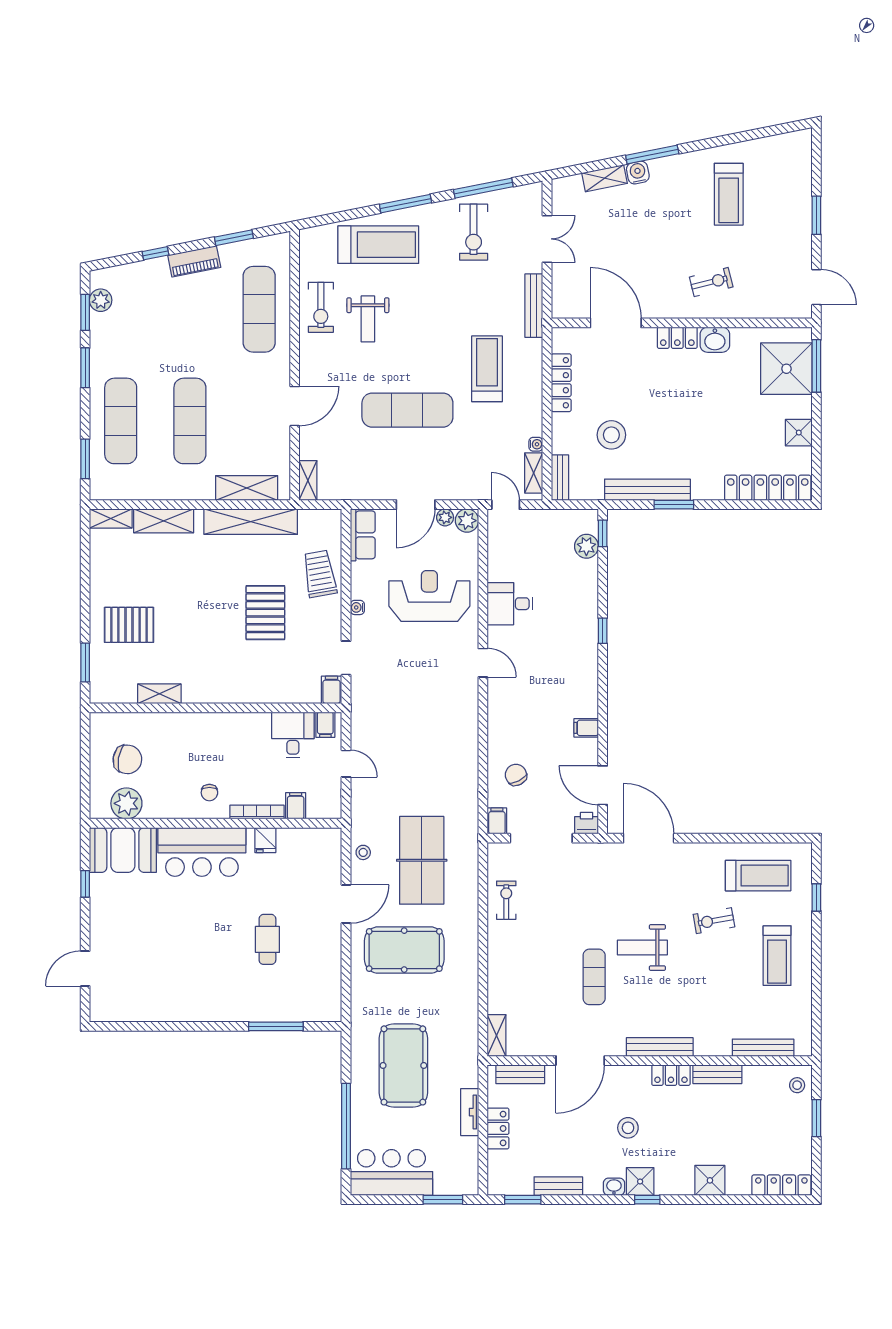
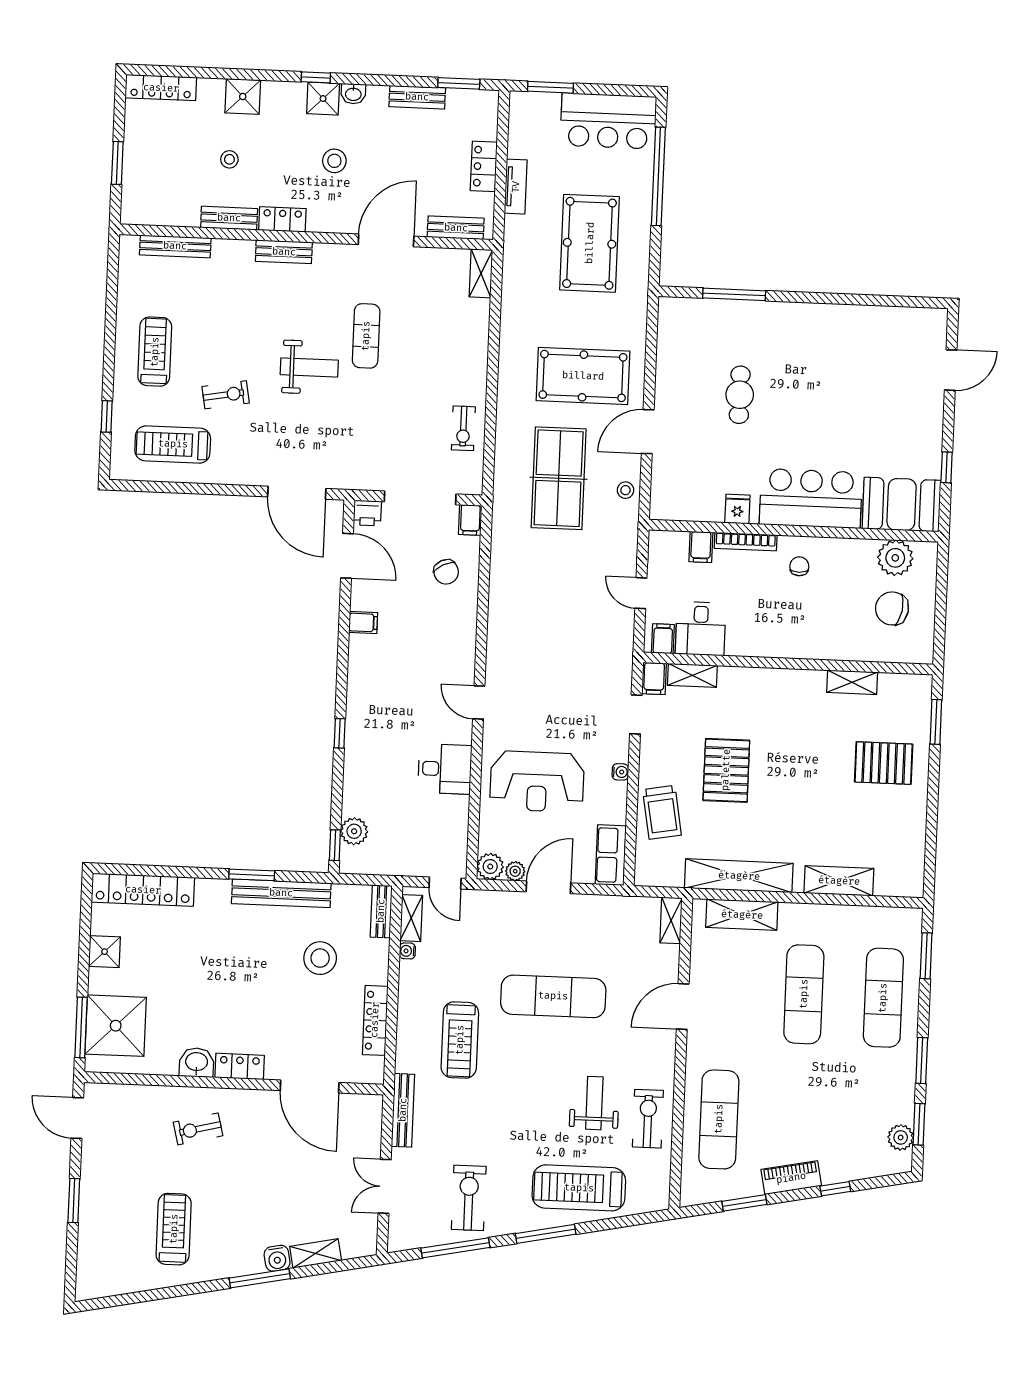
shelving: (111, 519) -> (692, 675), moved
bench: (660, 1047) -> (284, 252), width x0.73
stool: (797, 1085) -> (229, 159), moved

